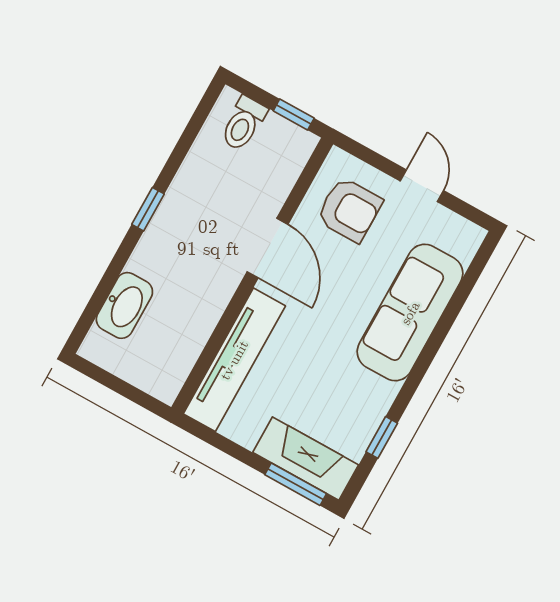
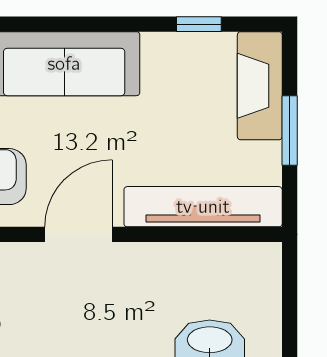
window: (296, 484) -> (290, 131), moved

